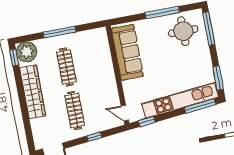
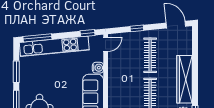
window: (218, 78) -> (16, 72), moved
water cooler: (128, 86) -> (98, 68), added
door: (125, 113) -> (106, 44), hinge flipped

